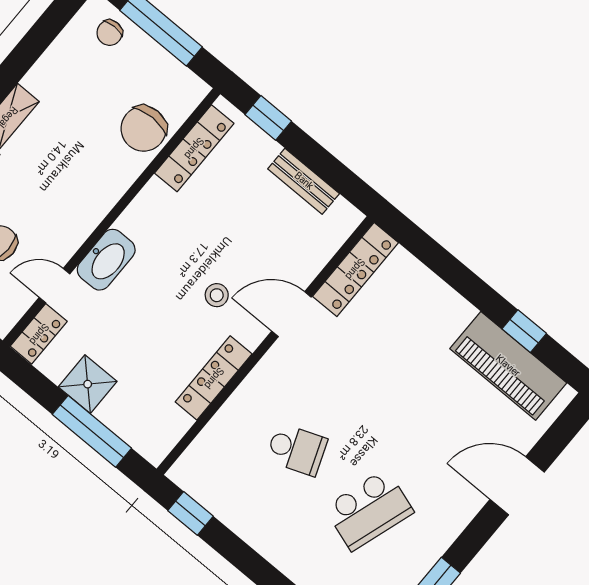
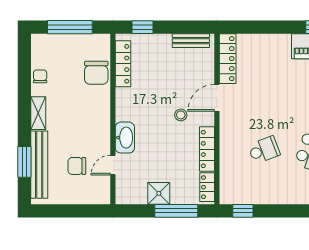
chair: (110, 33) -> (40, 76), moved, turned 180
bench: (304, 181) -> (191, 41), moved
locker: (39, 334) -> (207, 187), moved, turned 180

